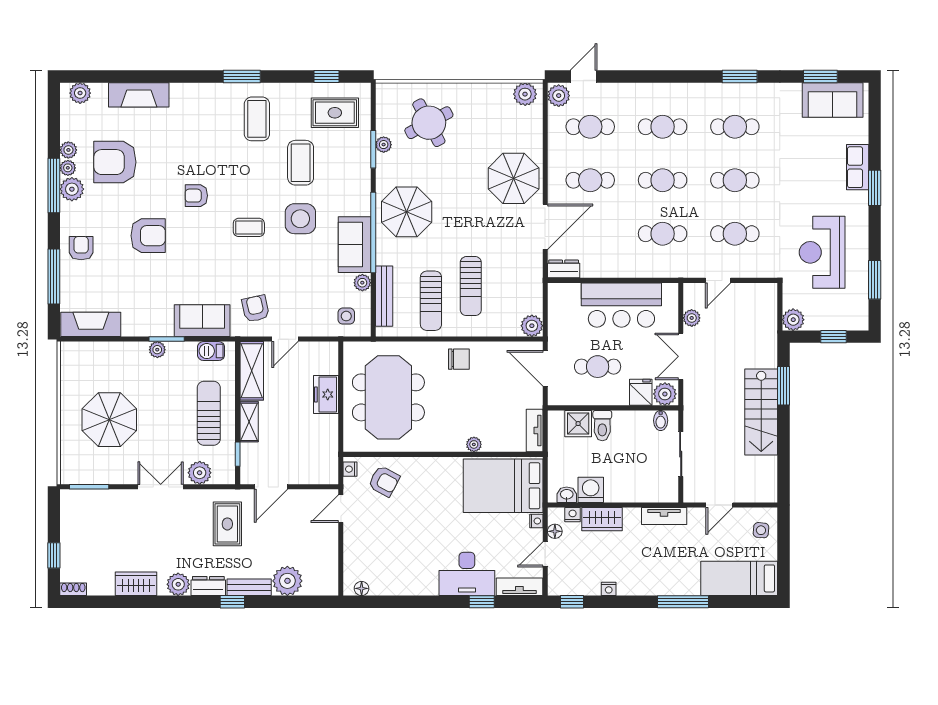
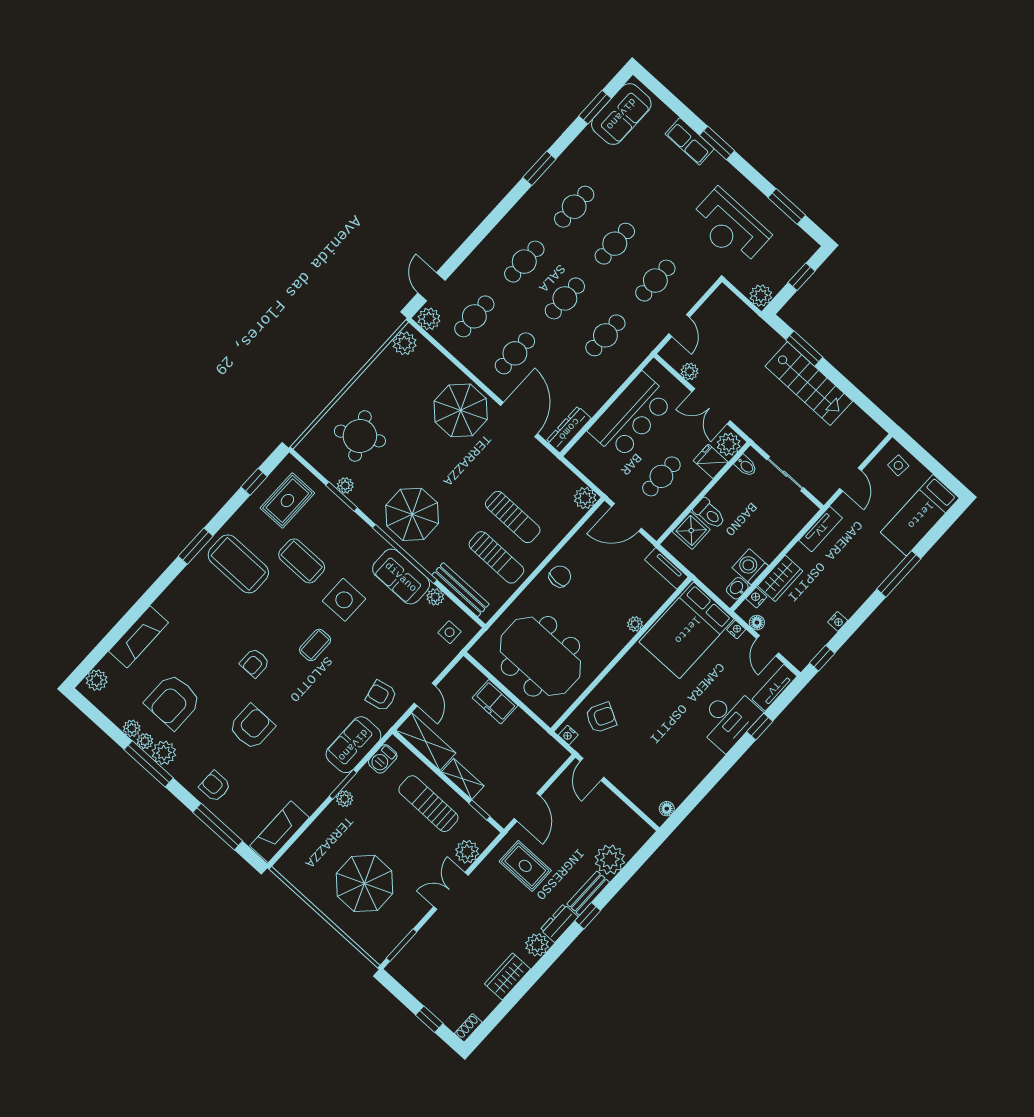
coffee table: (257, 119) -> (238, 564), width x1.36, depth x1.32
dresser: (564, 269) -> (569, 429), width x1.44

